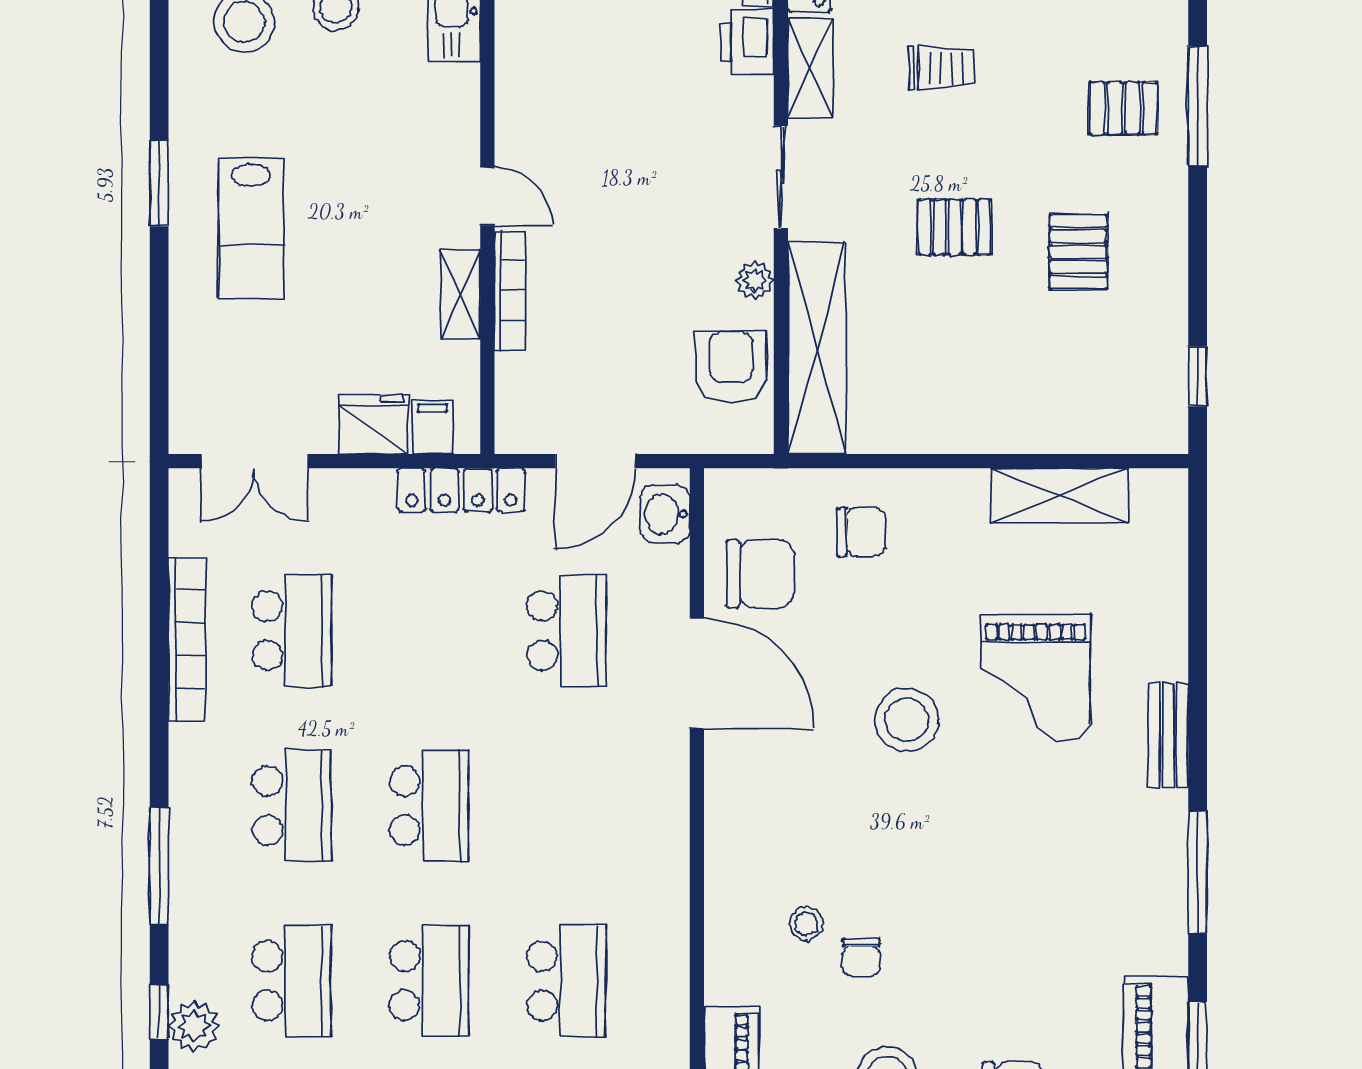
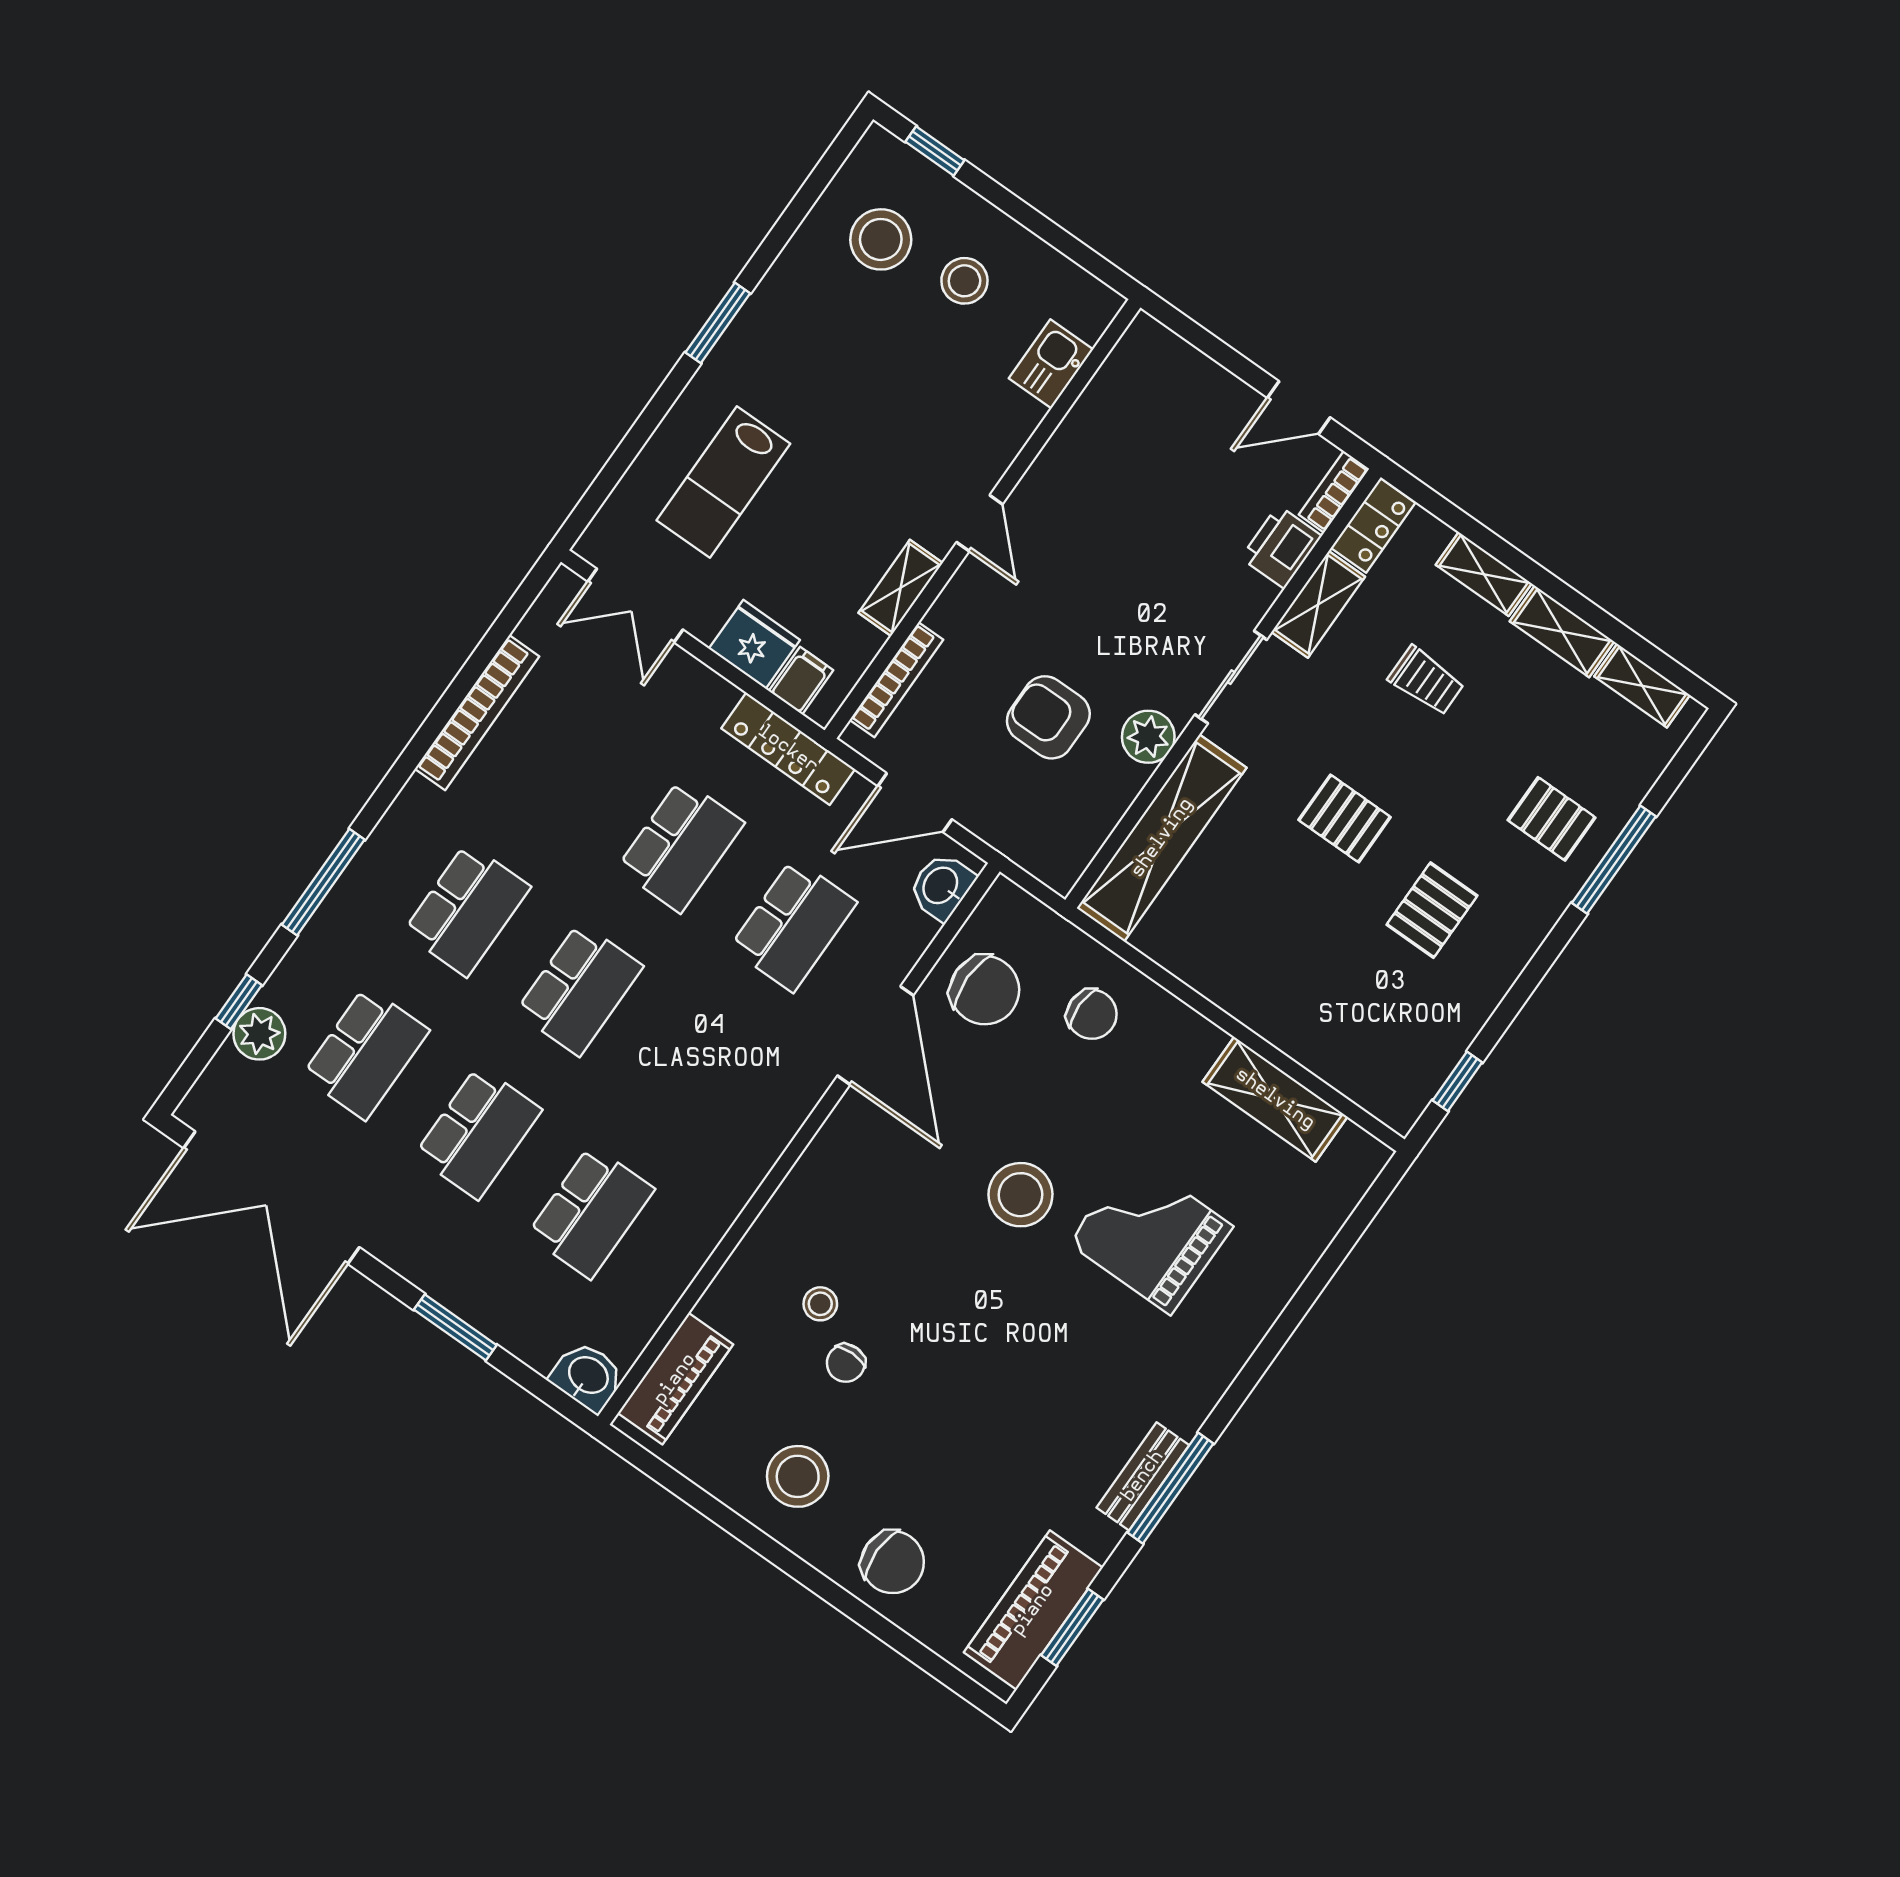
lab bench: (251, 228) -> (723, 482), moved
plant: (755, 280) -> (1148, 737), width x1.38, depth x1.38
bookcase: (510, 290) -> (896, 680), moved
armchair: (731, 367) -> (1048, 717), moved, turned -90
school desk: (292, 631) -> (681, 846), moved
grand piano: (1036, 678) -> (1150, 1235), turned 90
bench: (1168, 735) -> (1143, 1476), moved

